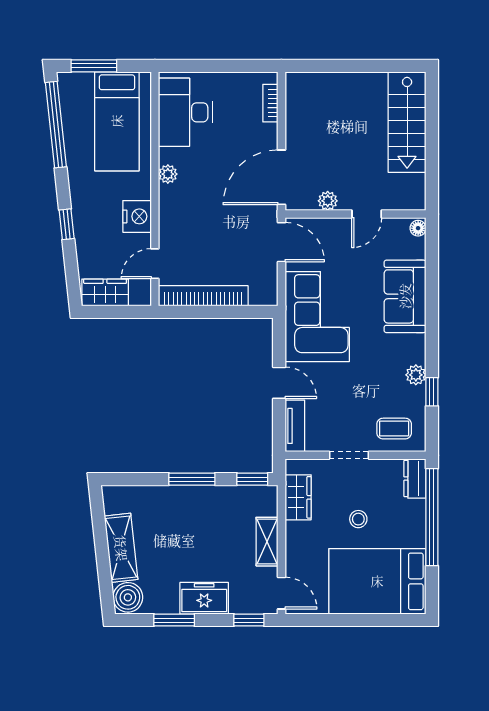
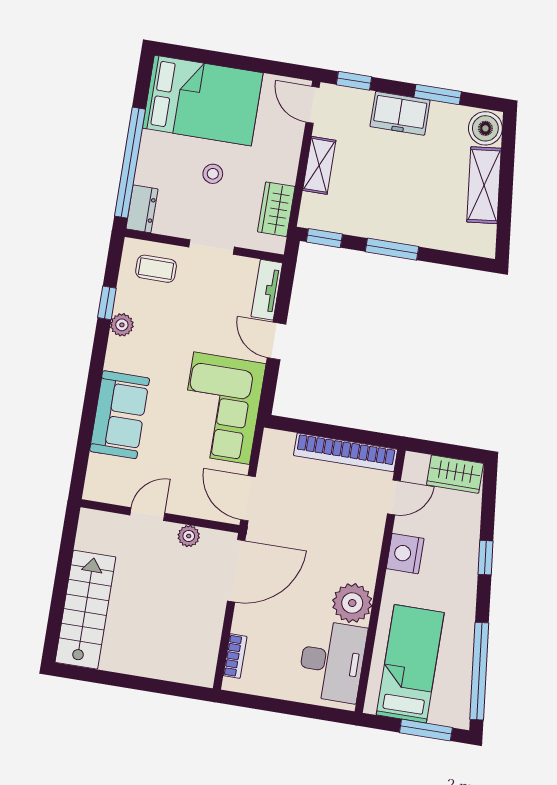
plant: (168, 174) -> (352, 603), width x1.87, depth x1.87
floor lamp: (418, 228) -> (92, 489), removed

